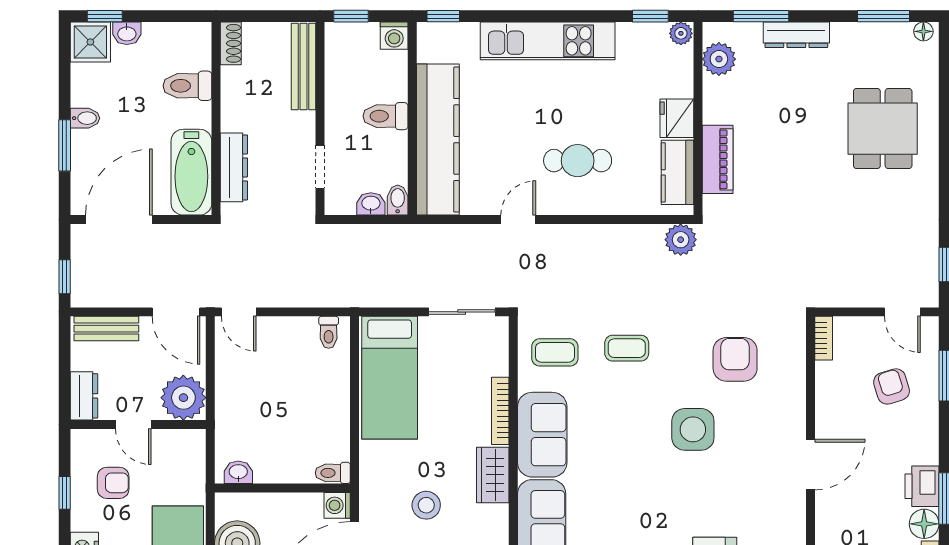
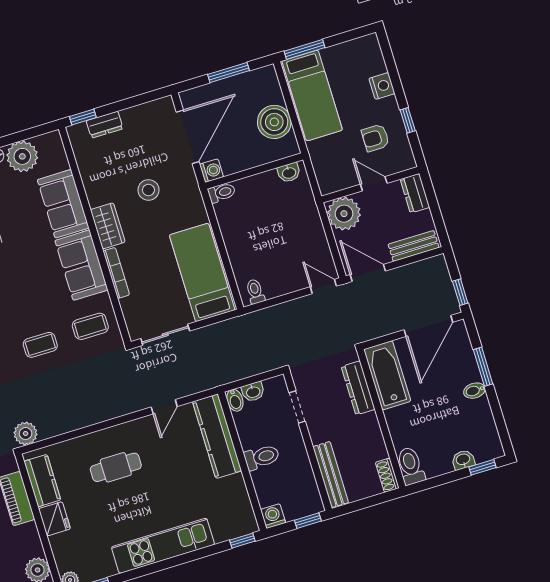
shower: (90, 42) -> (487, 446), removed
toilet: (187, 86) -> (411, 466), moved, turned -90
kitchen counter: (438, 140) -> (217, 436), width x0.72, depth x0.86
door: (518, 220) -> (164, 407), moved
window: (65, 277) -> (460, 292), moved

